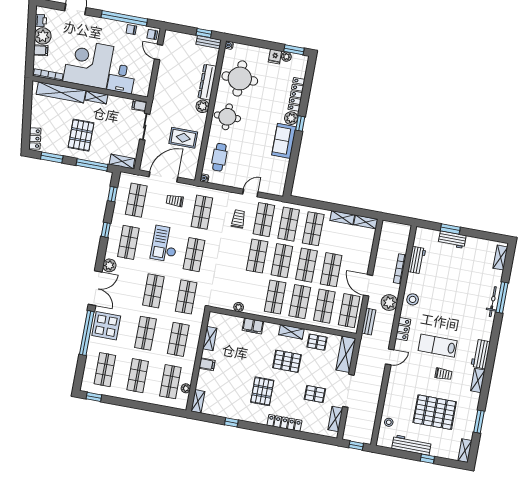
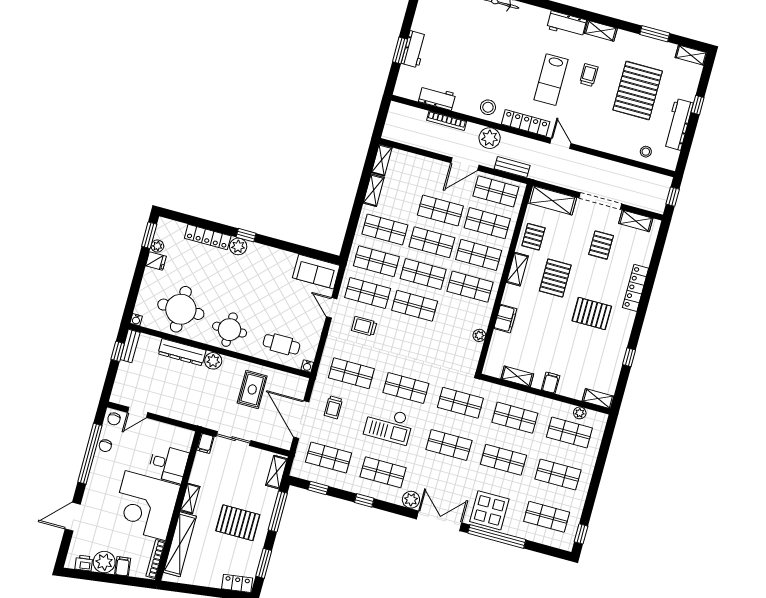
sofa: (284, 141) -> (316, 272), moved
locker: (403, 329) -> (526, 123), width x1.53

